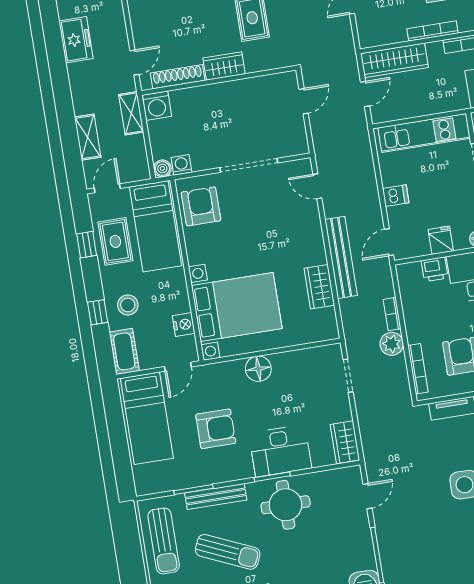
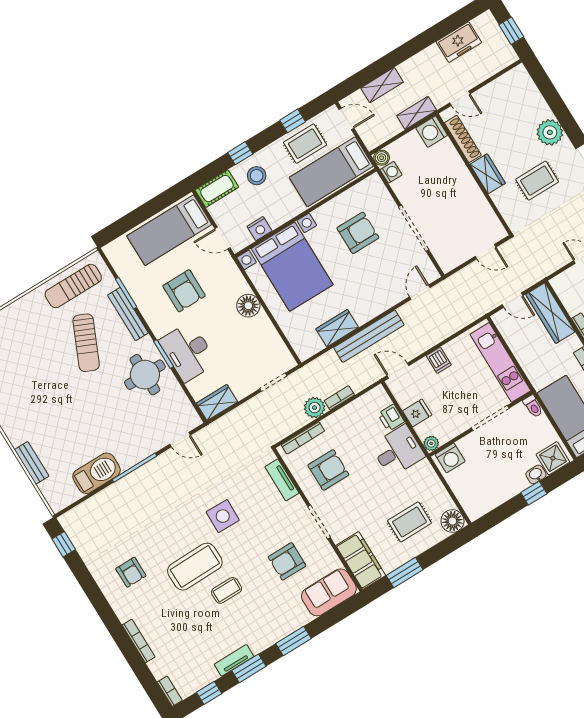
armchair: (201, 206) -> (358, 233), moved

